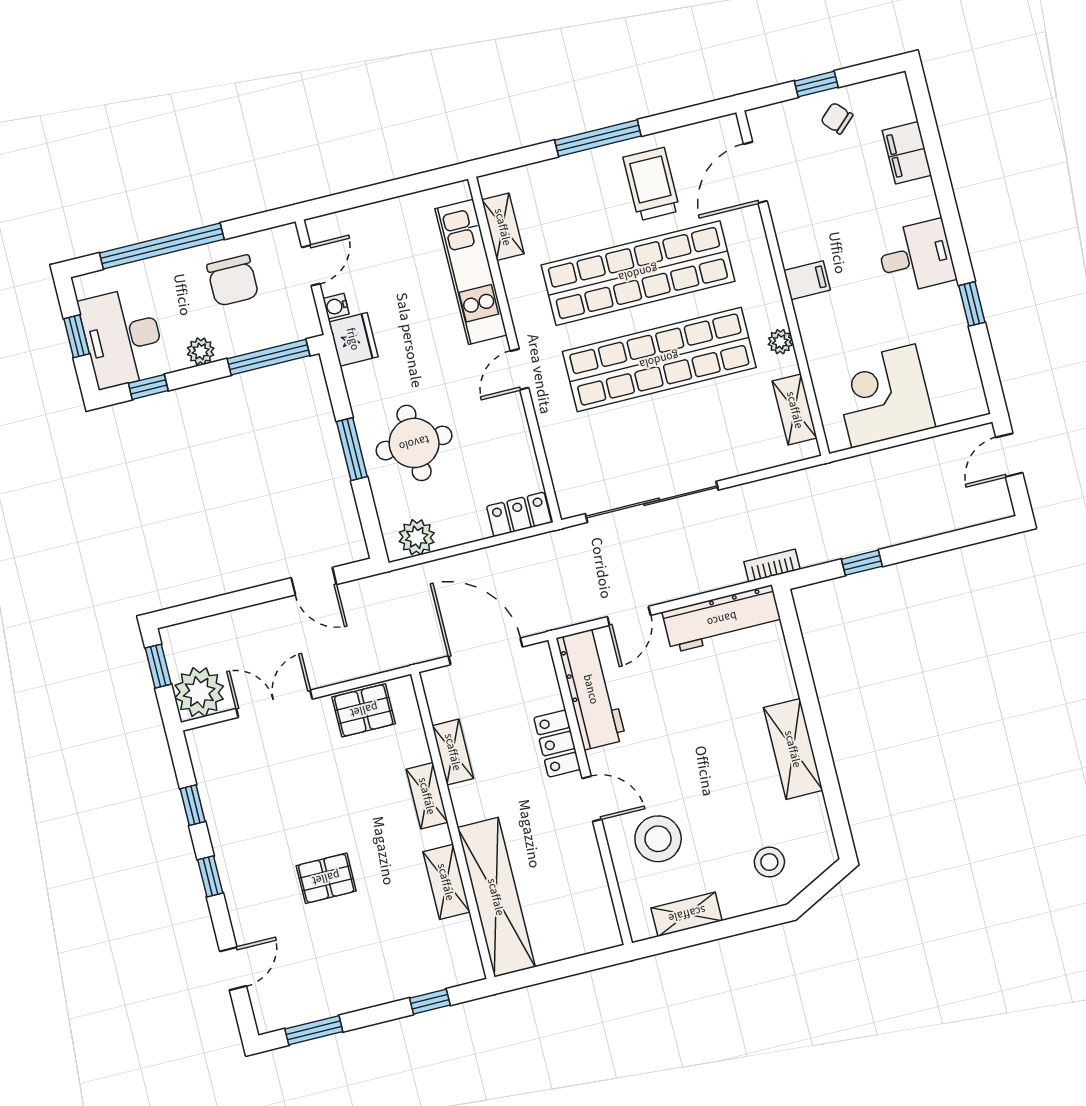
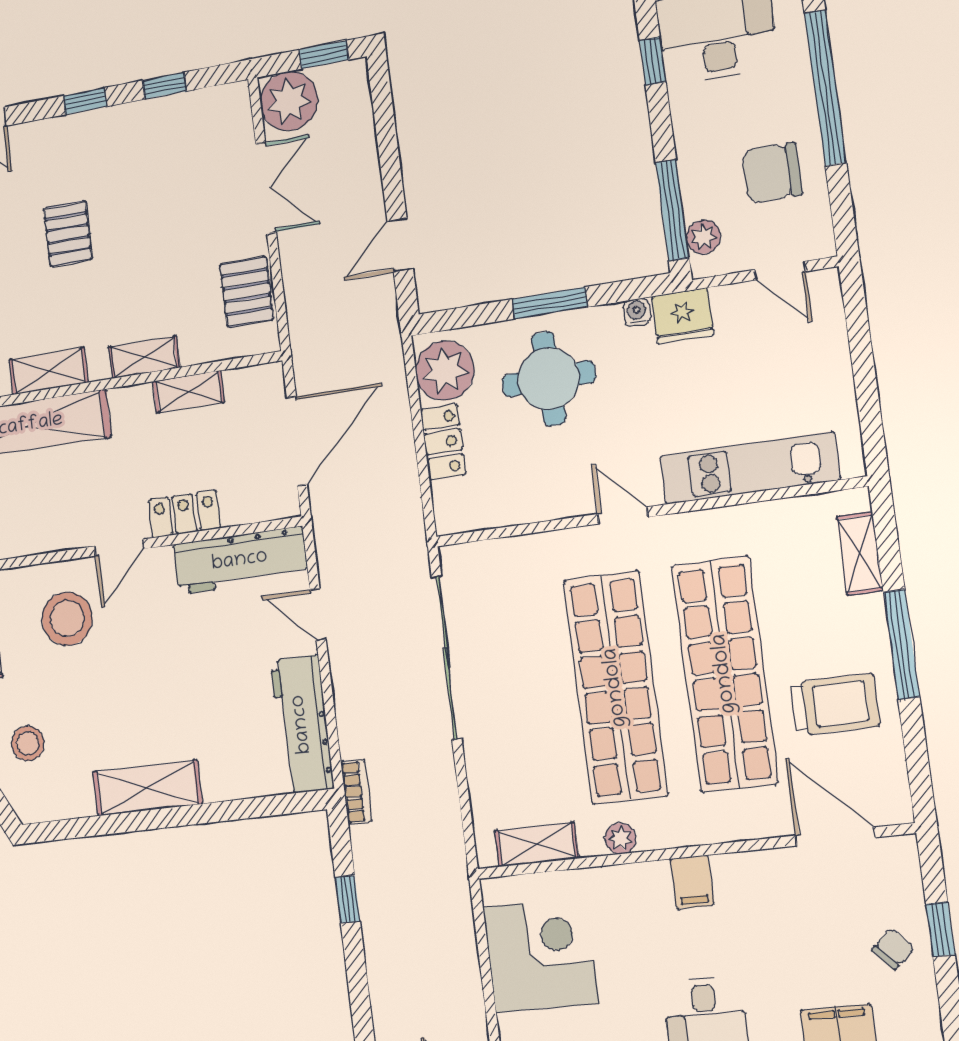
shelving: (503, 227) -> (860, 553), moved, turned 90
water cooler: (336, 306) -> (637, 312), moved
plant: (201, 351) -> (703, 237), moved
locker: (519, 514) -> (443, 442), moved
plant: (417, 537) -> (445, 371), width x1.36, depth x1.36

